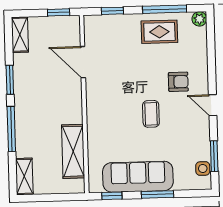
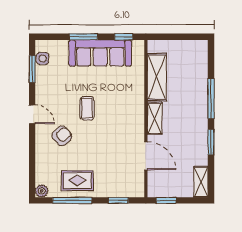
armchair: (178, 82) -> (62, 136), turned 139
shelving: (24, 176) -> (155, 118), moved

